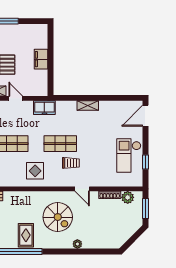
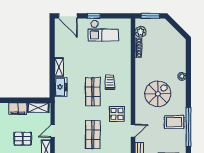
shelving: (42, 82) -> (38, 108), added
freezer: (44, 108) -> (61, 87), moved
window: (146, 162) -> (94, 16), moved
door: (82, 189) -> (133, 131), moved

